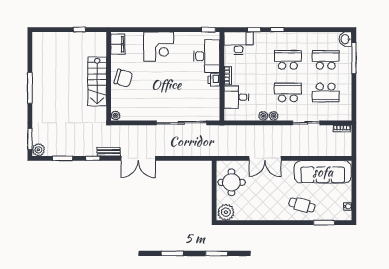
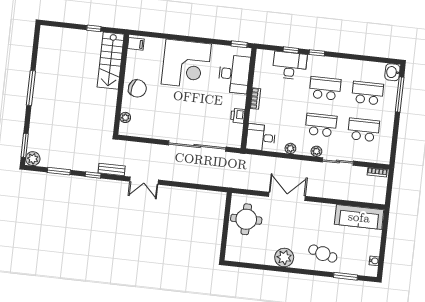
desk: (239, 43) -> (290, 65), moved
filing cabinet: (118, 44) -> (136, 44), width x0.50
corner desk: (158, 47) -> (186, 64), width x1.36, depth x1.36
printer: (214, 80) -> (238, 116), moved
stairs: (97, 81) -> (111, 61), moved
school desk: (326, 92) -> (364, 130), turned 180
desk: (236, 97) -> (261, 138), moved
plant: (116, 116) -> (125, 117), moved
plant: (274, 116) -> (316, 151), moved
double door: (138, 158) -> (144, 181), width x0.73
double door: (265, 158) -> (287, 196), swing flipped
sofa: (323, 172) -> (359, 217), width x0.74, depth x0.79
plant: (226, 212) -> (284, 258), moved

